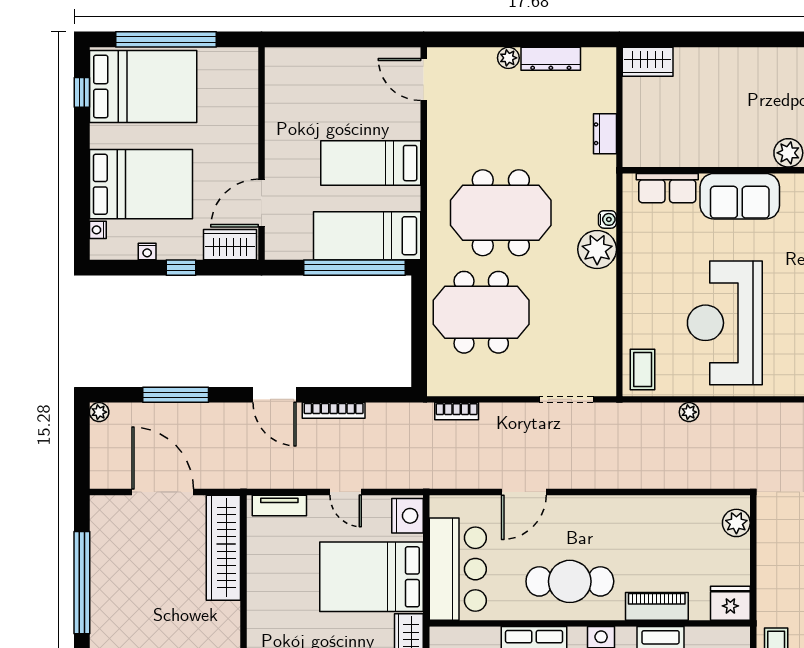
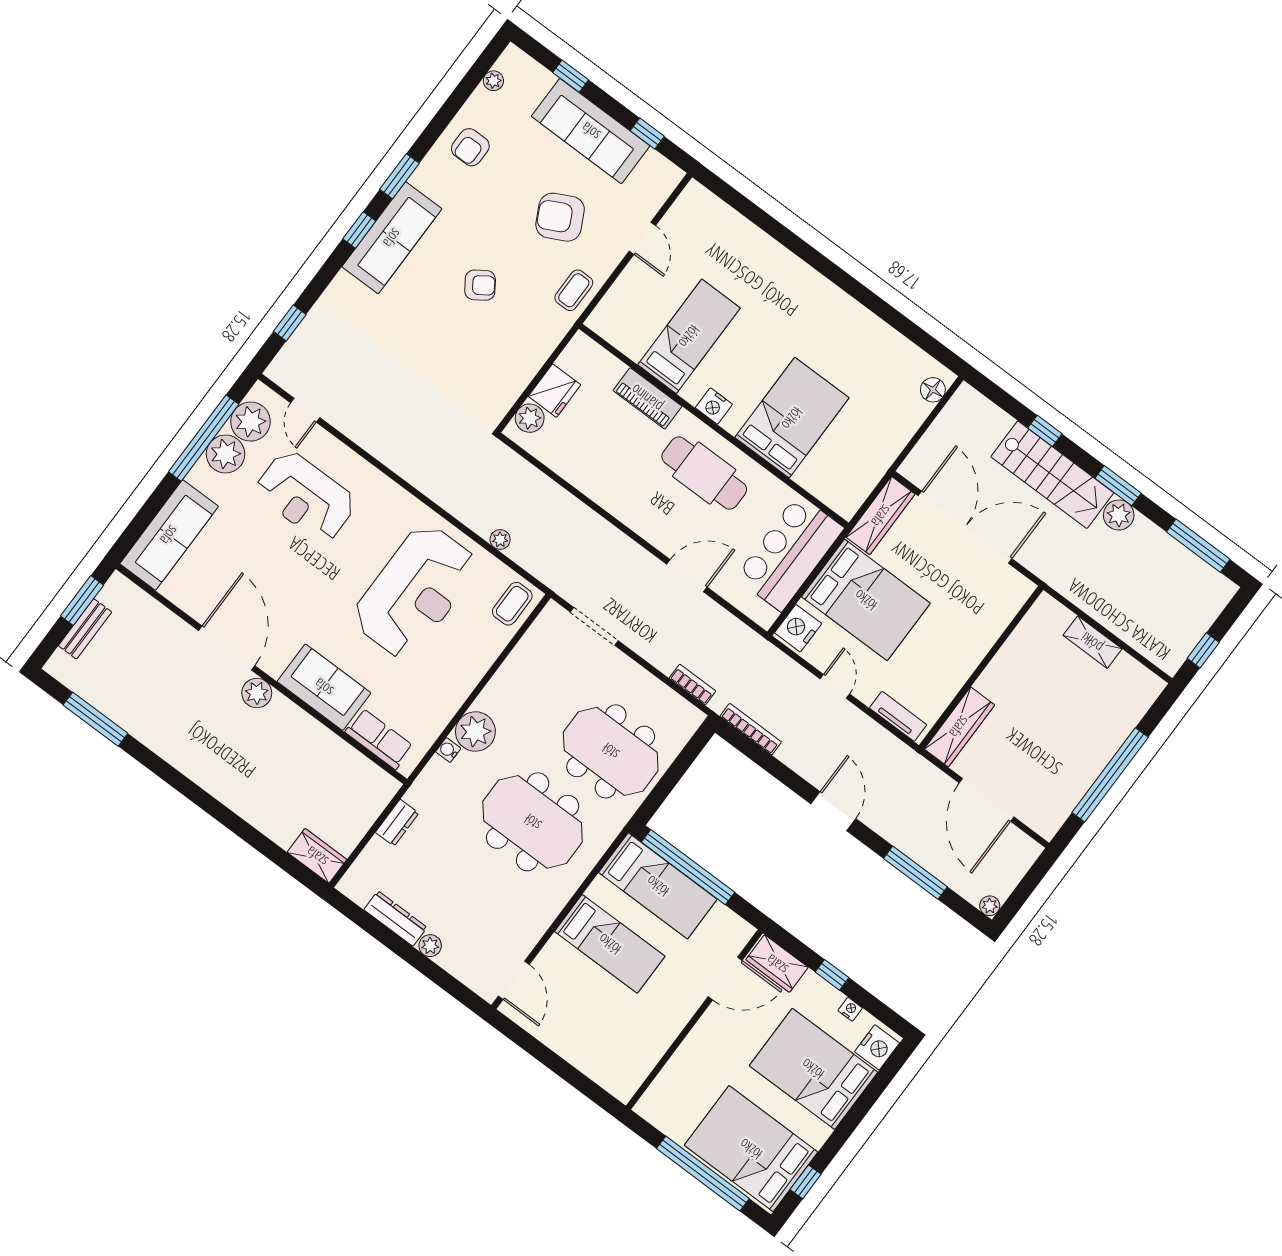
nightstand: (98, 230) -> (877, 1047), width x1.89, depth x1.79
bookcase: (334, 410) -> (751, 729), moved
wardrobe: (223, 548) -> (959, 727), width x0.71, depth x0.85
fridge: (730, 603) -> (554, 391), moved, turned -90

